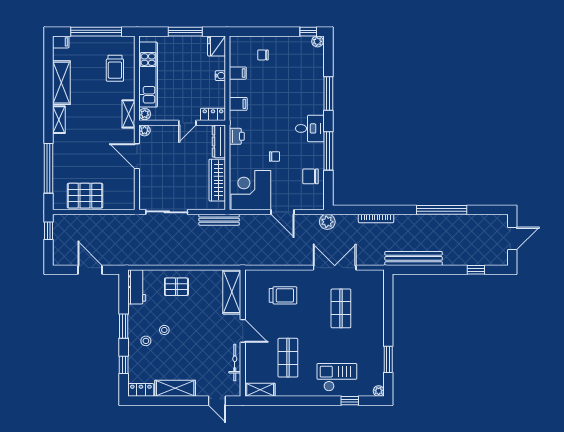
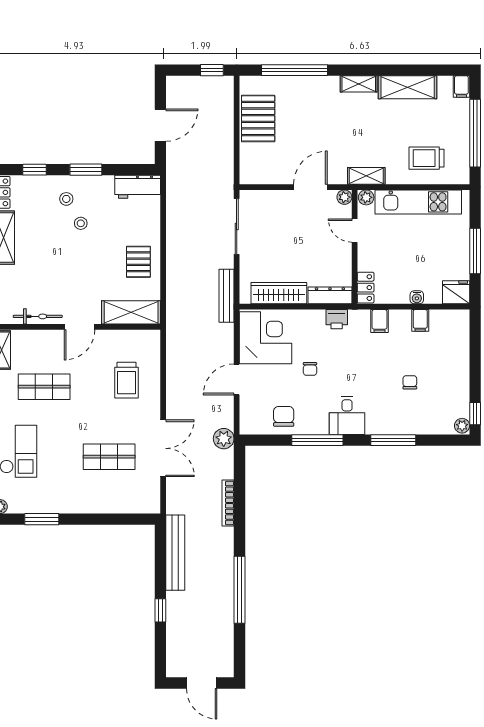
chair: (263, 55) -> (410, 382), moved
door: (187, 123) -> (355, 231), moved
window: (476, 270) -> (160, 610), moved
pallet: (176, 287) -> (138, 262), moved

